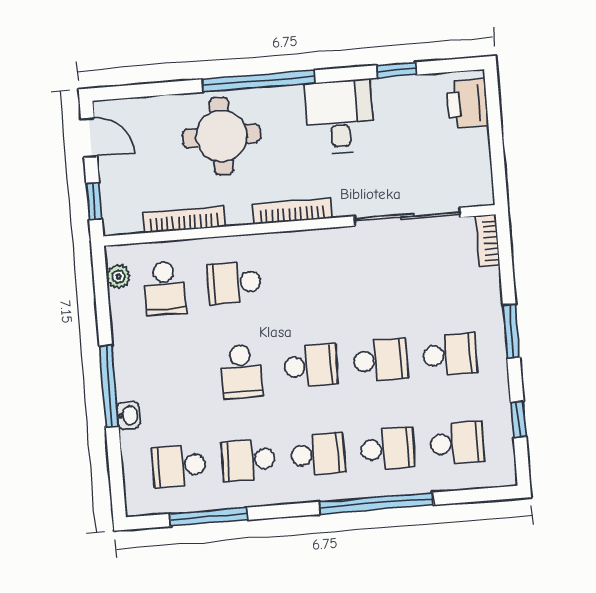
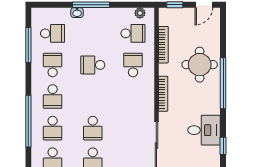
desk: (339, 117) -> (204, 130), moved
school desk: (164, 288) -> (133, 33), turned 180
school desk: (311, 366) -> (93, 97), removed
school desk: (179, 466) -> (53, 33), turned 90

